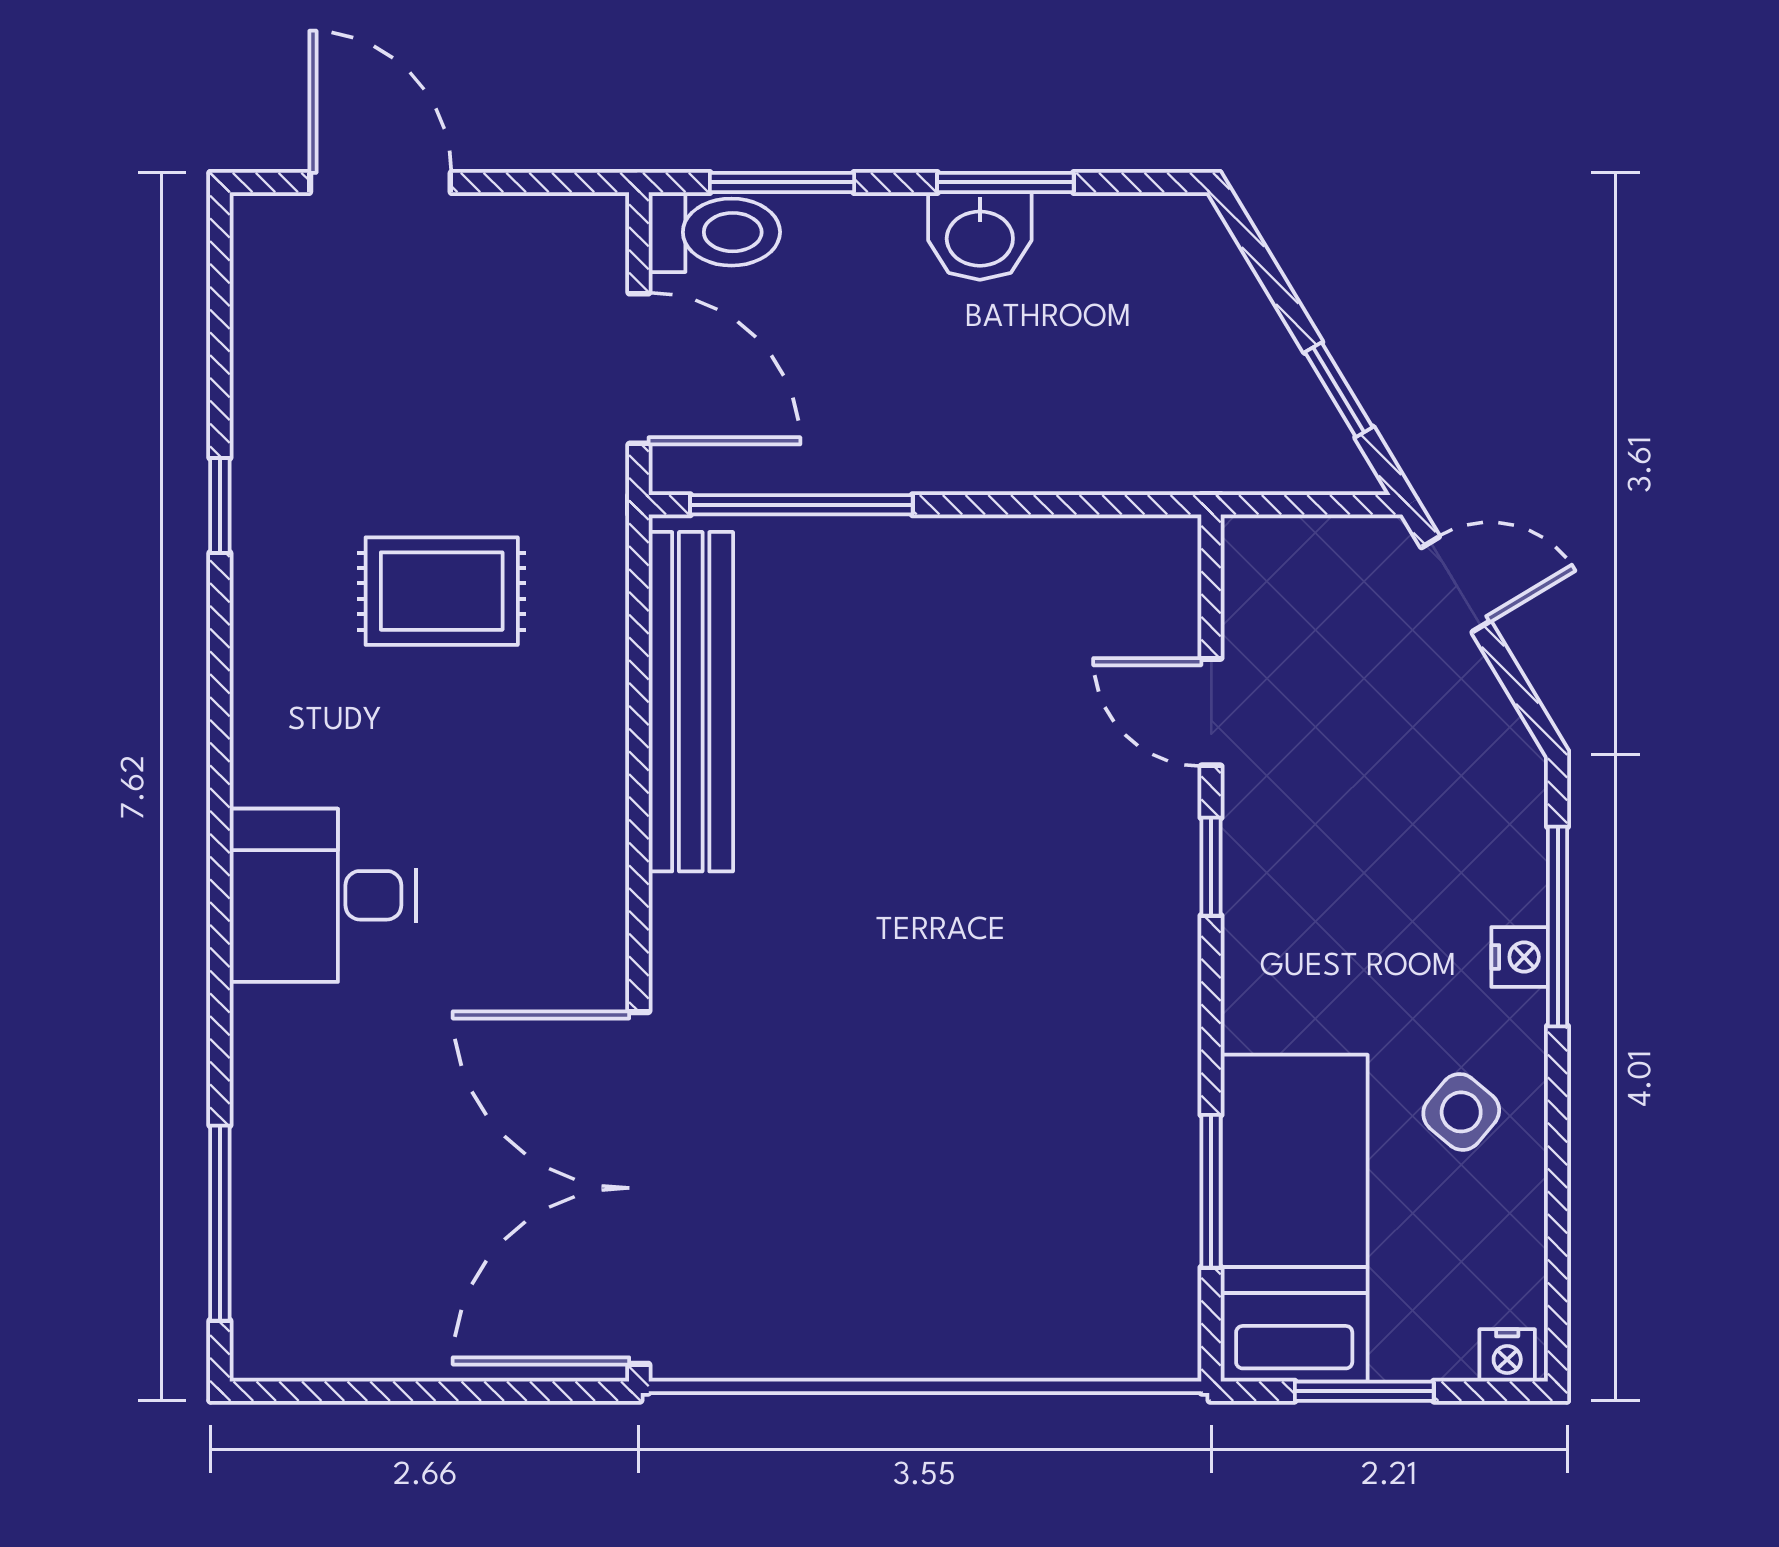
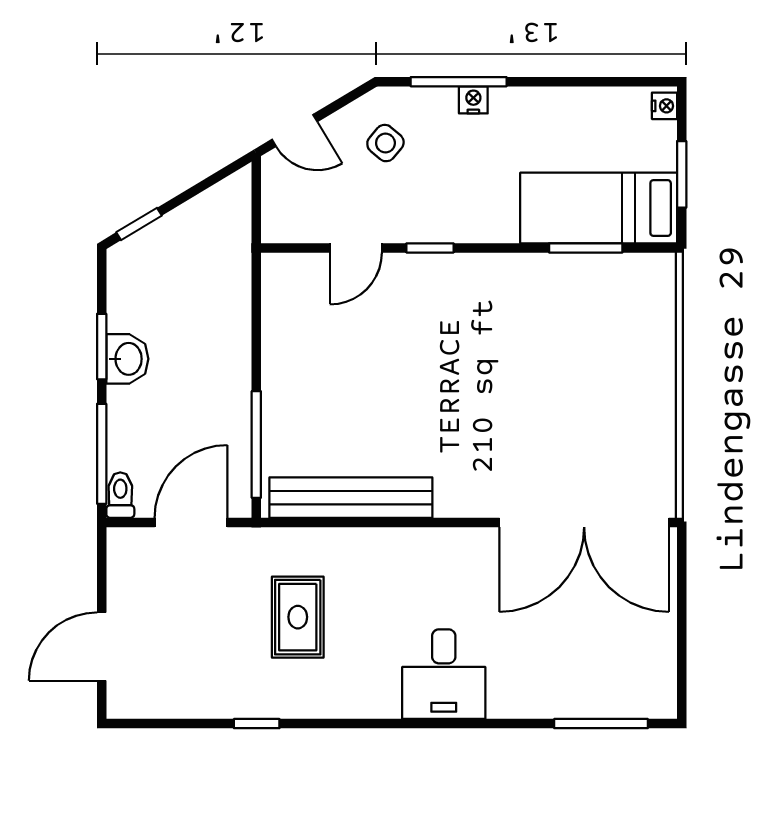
window: (782, 182) -> (102, 454), width x1.44
toilet: (714, 232) -> (120, 495), width x0.73, depth x0.72
window: (1339, 390) -> (139, 224), moved
door: (1456, 584) -> (295, 131), swing flipped
side table: (1461, 1112) -> (385, 143), moved

